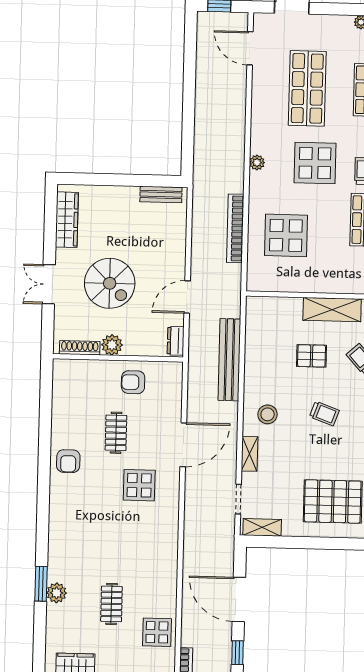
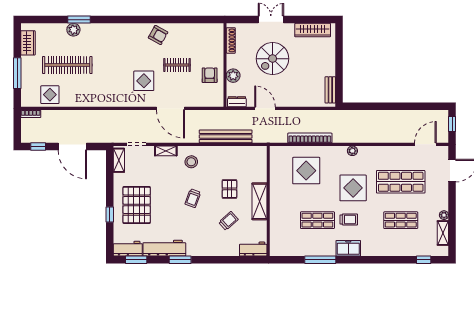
plant: (112, 345) -> (233, 76), moved
armchair: (68, 461) -> (158, 35), turned -151
window: (346, 544) -> (110, 215), added
door: (239, 599) -> (72, 147), swing flipped
clothes rail: (111, 604) -> (67, 65), width x1.86, depth x1.31

